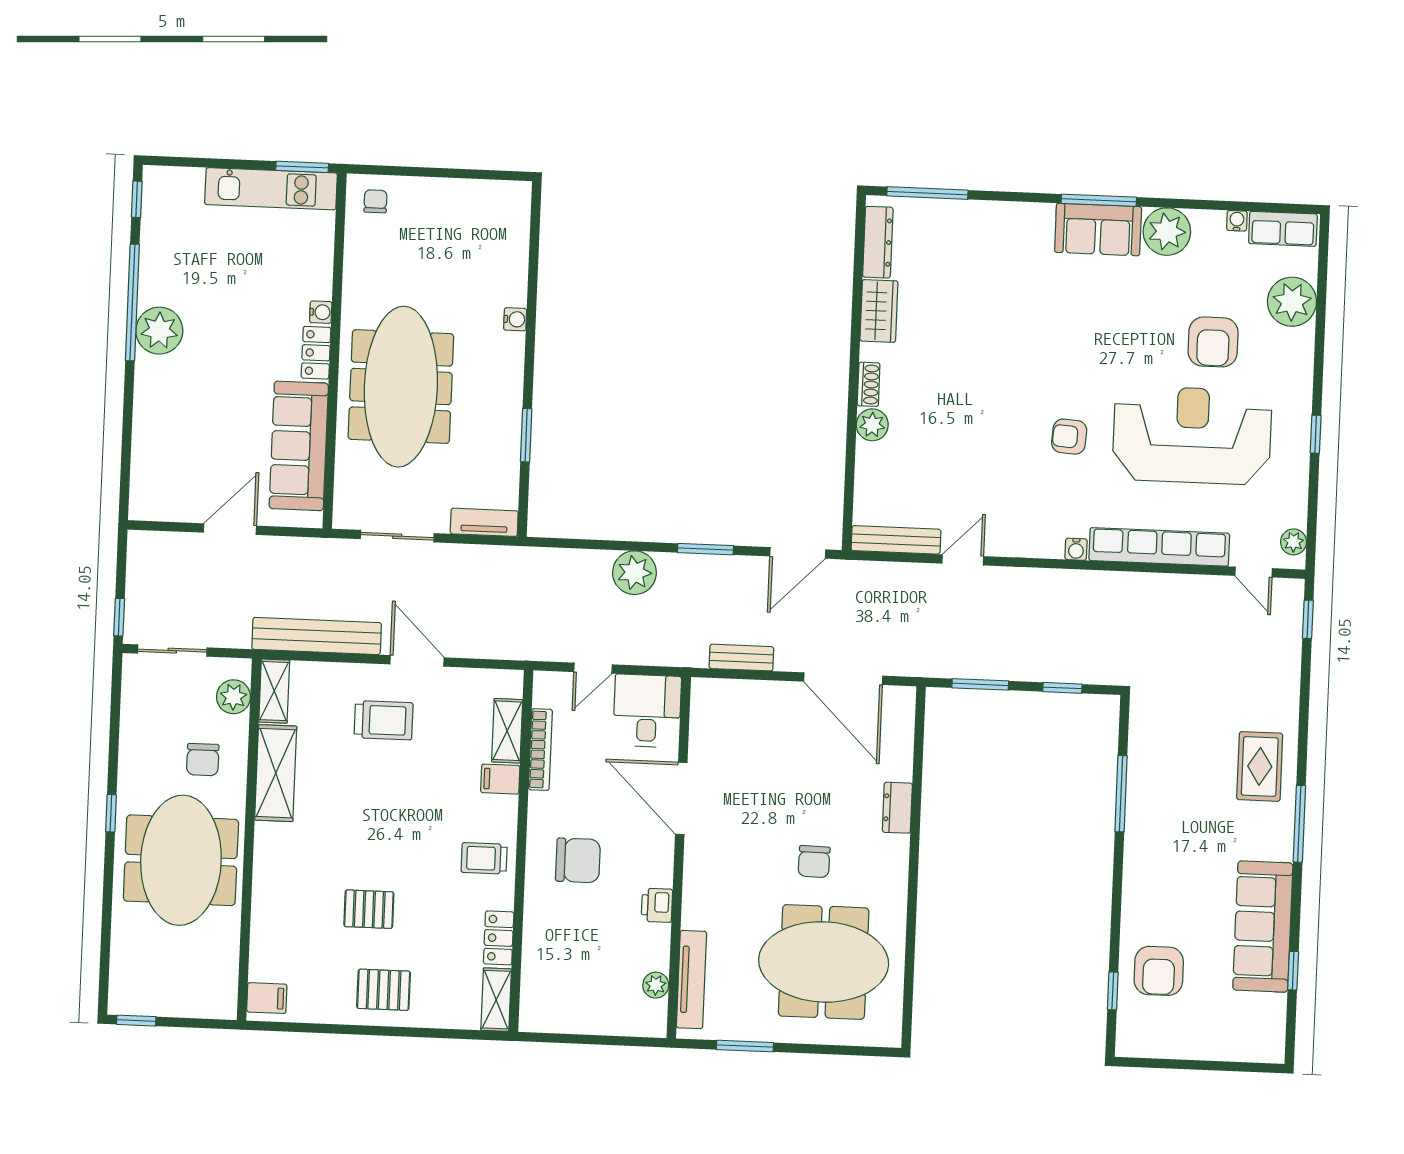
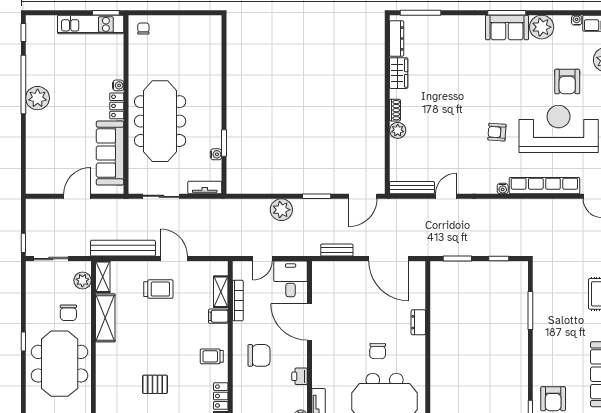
water cooler: (515, 319) -> (216, 154), moved

